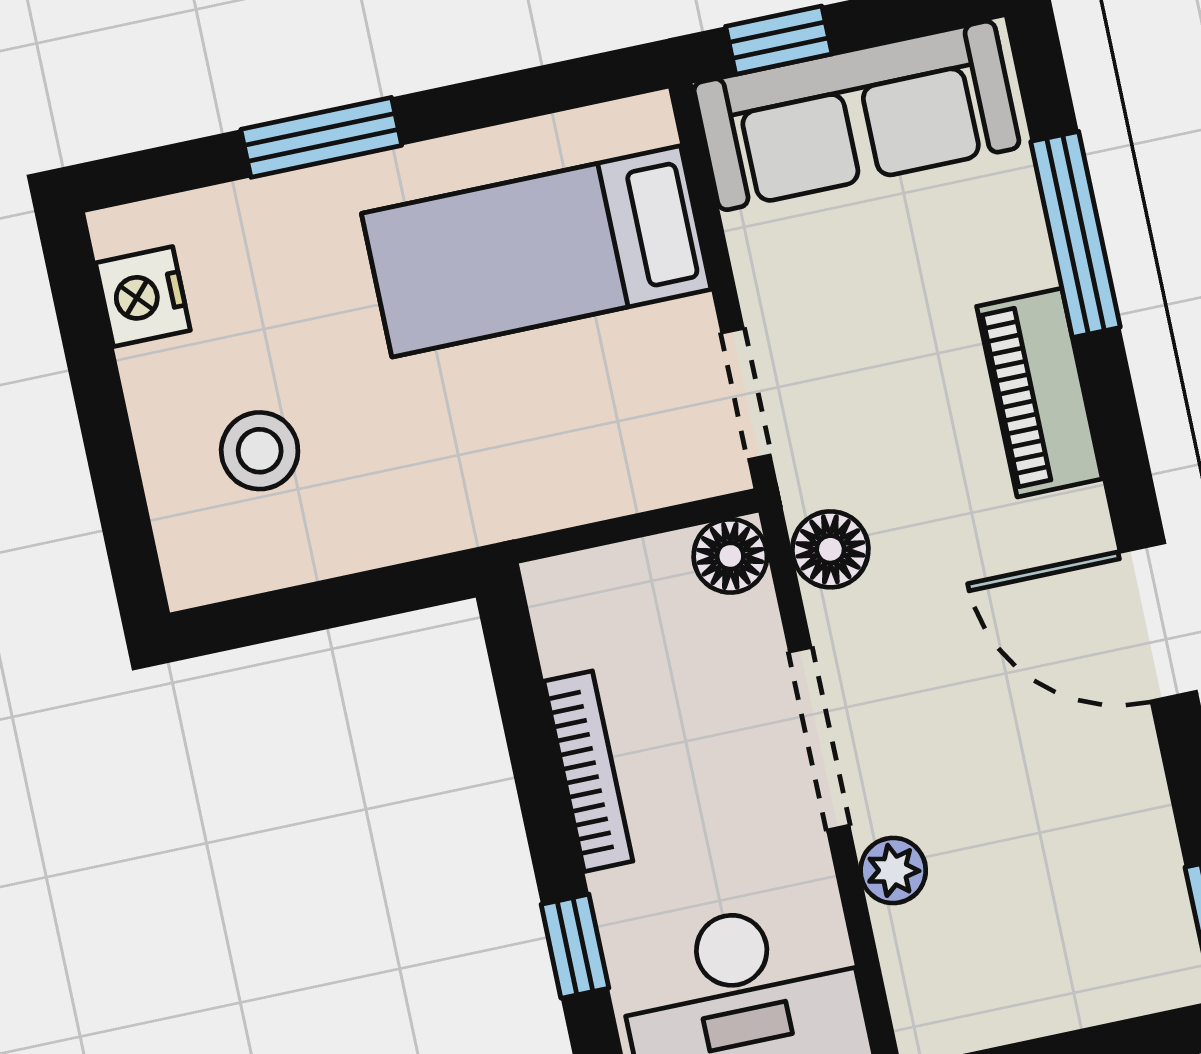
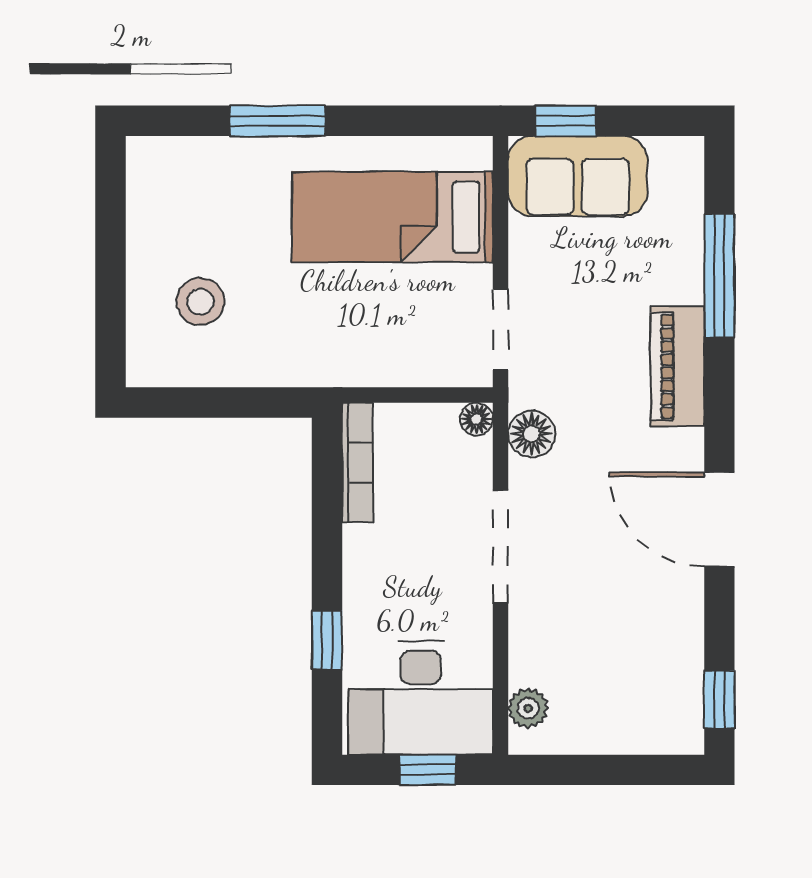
sofa: (857, 115) -> (578, 176), width x0.73
nightstand: (143, 297) -> (150, 194), removed
floor lamp: (730, 556) -> (476, 419), width x0.73, depth x0.73
bookcase: (588, 771) -> (357, 462), moved
plant: (893, 870) -> (528, 708), moved

